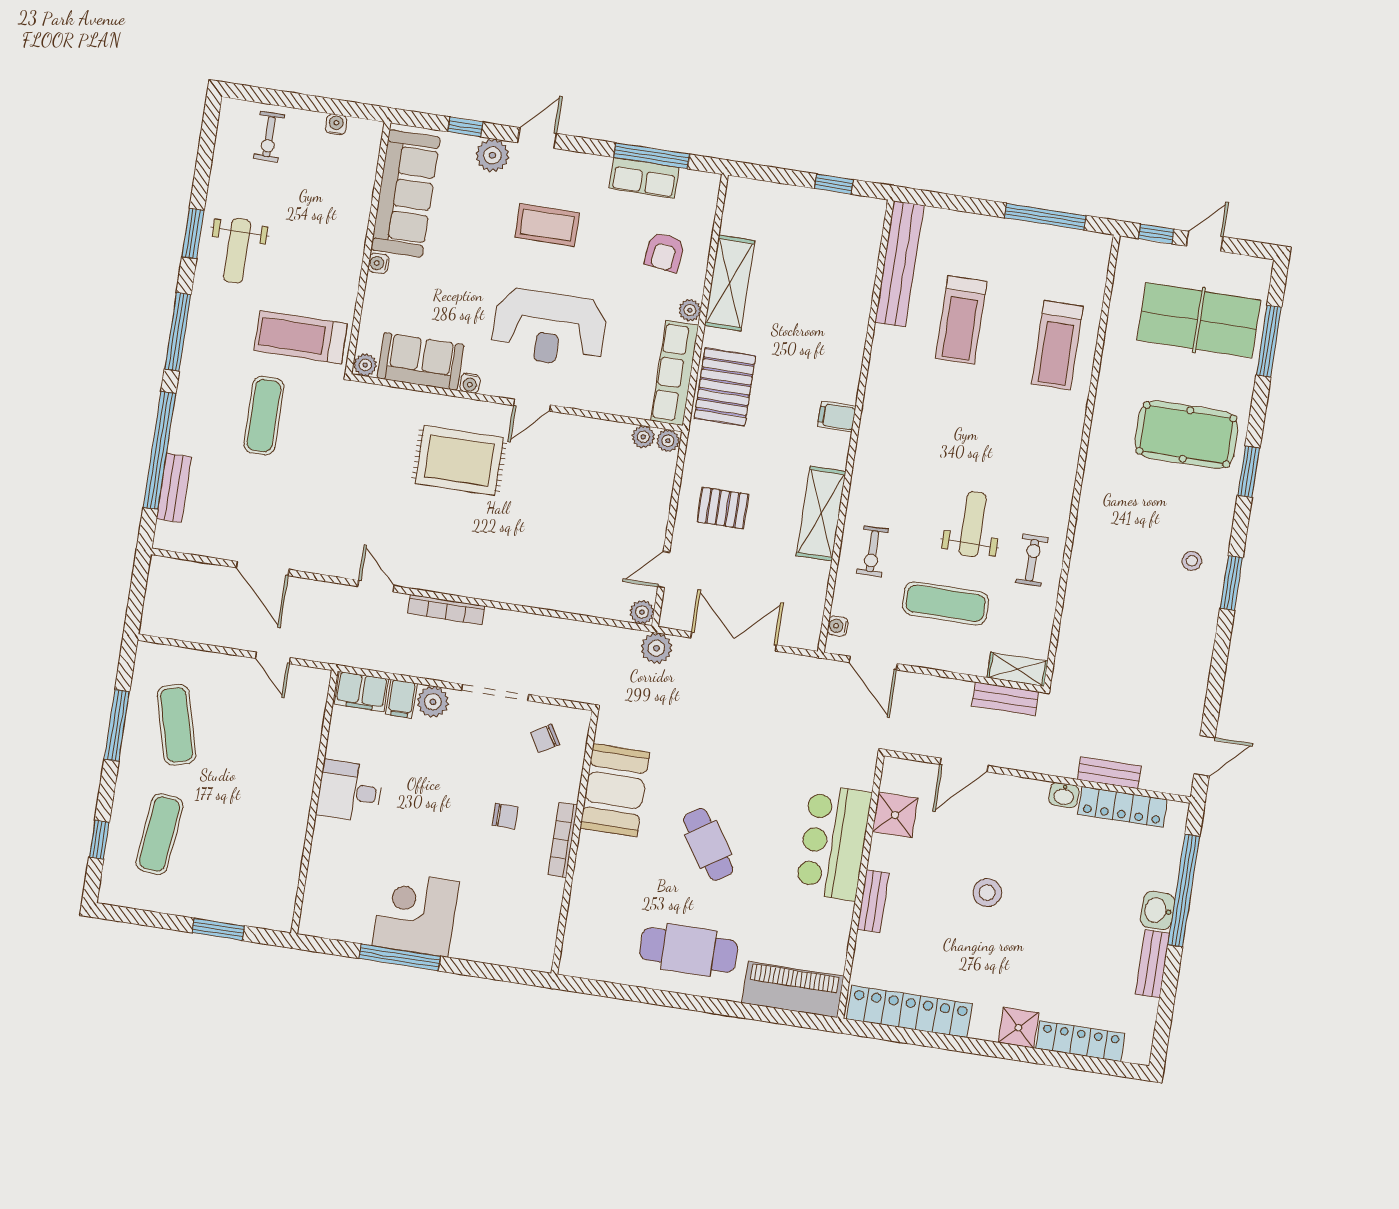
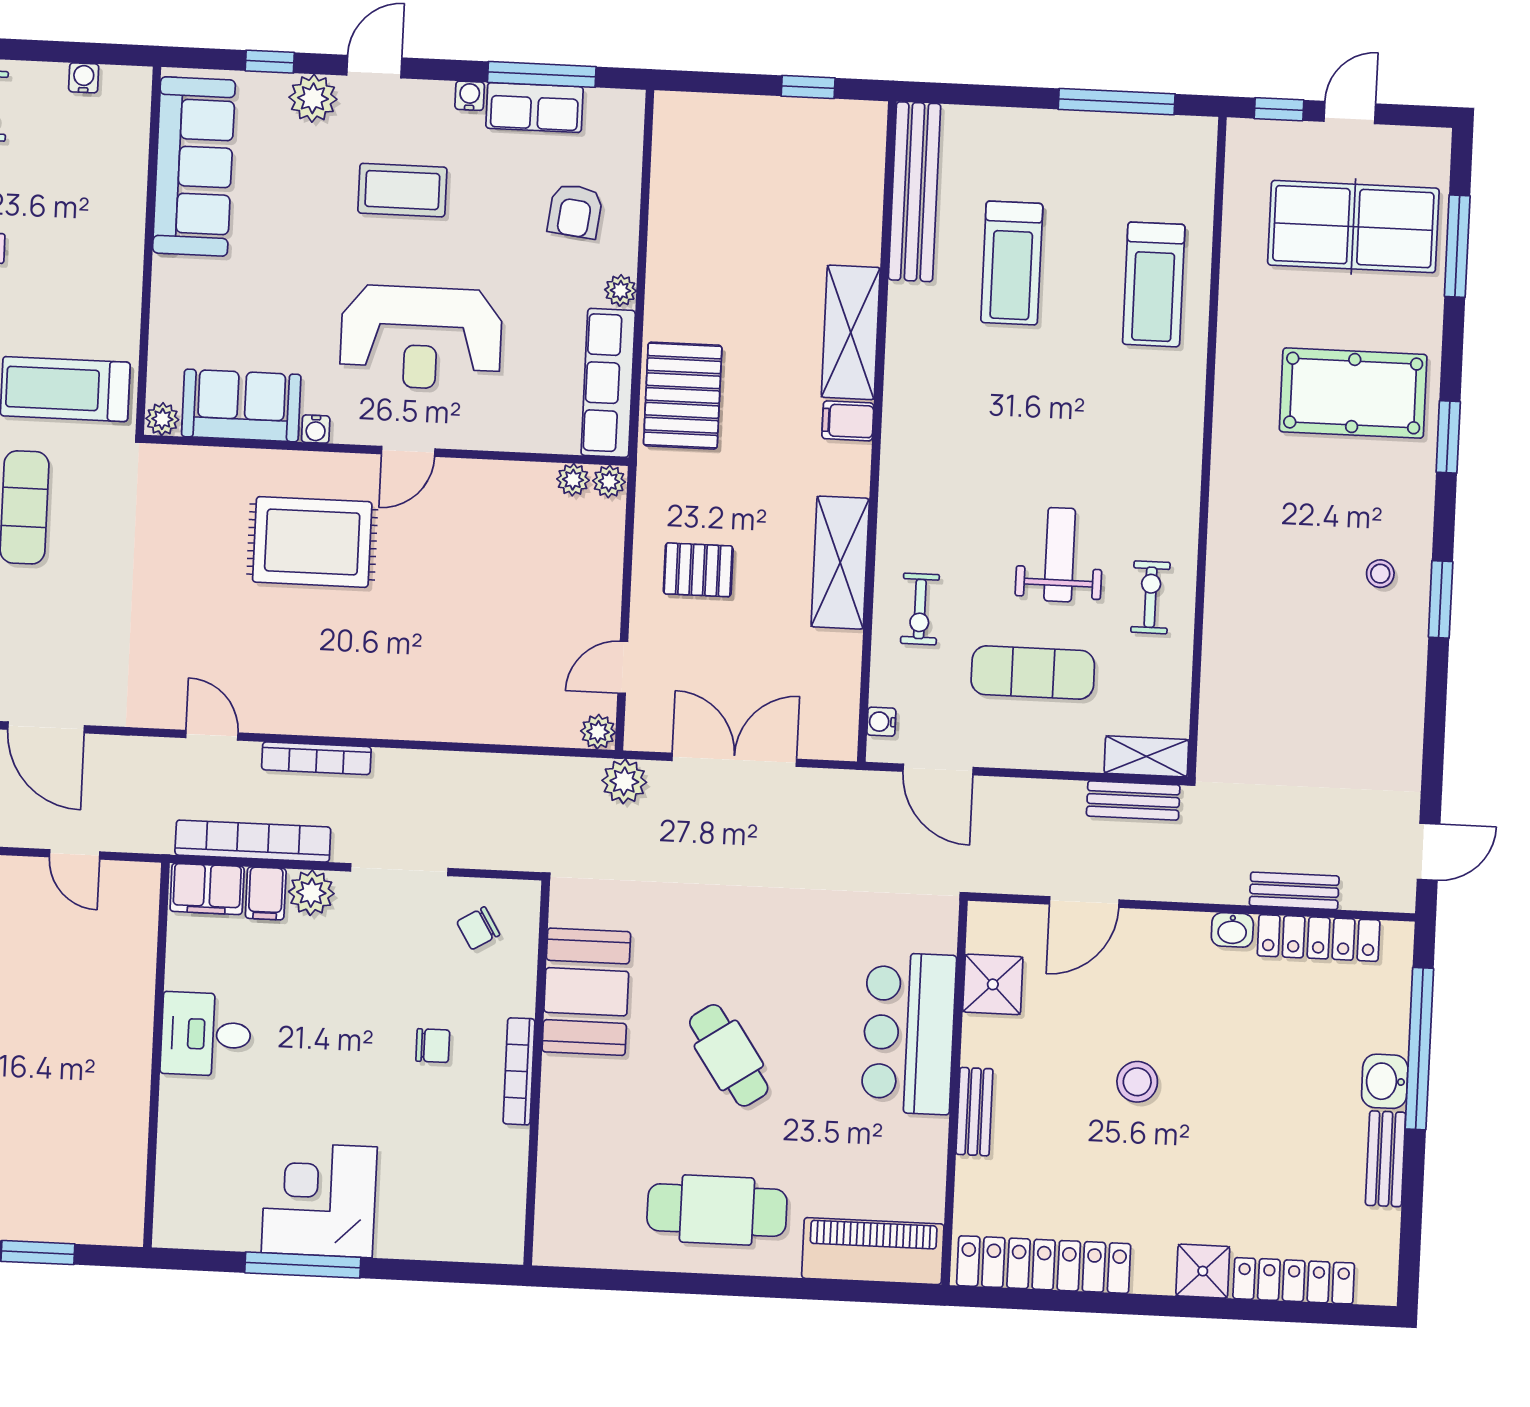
water cooler: (378, 263) -> (470, 96), moved, turned 90
shelving: (730, 283) -> (851, 332), moved
bookcase: (396, 662) -> (253, 841), added

